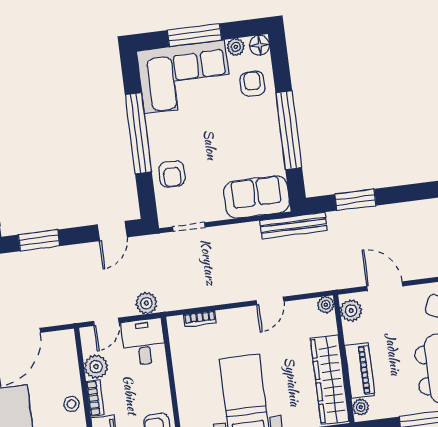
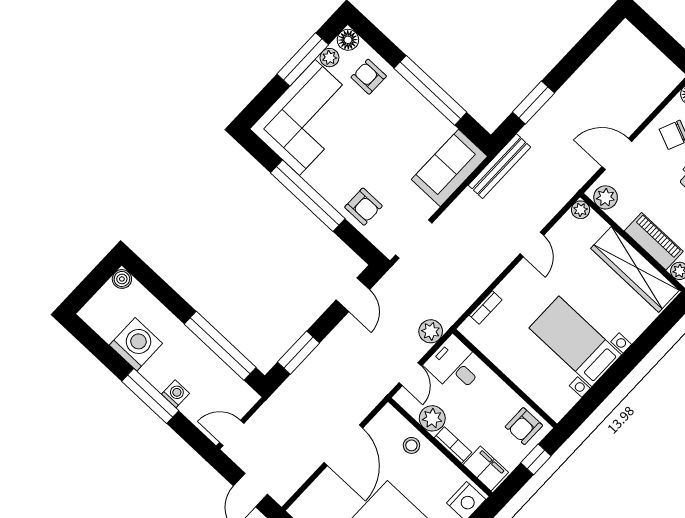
window: (194, 35) -> (303, 59), moved
doorway: (189, 227) -> (414, 239), width x1.38
stool: (71, 404) -> (411, 445), moved

